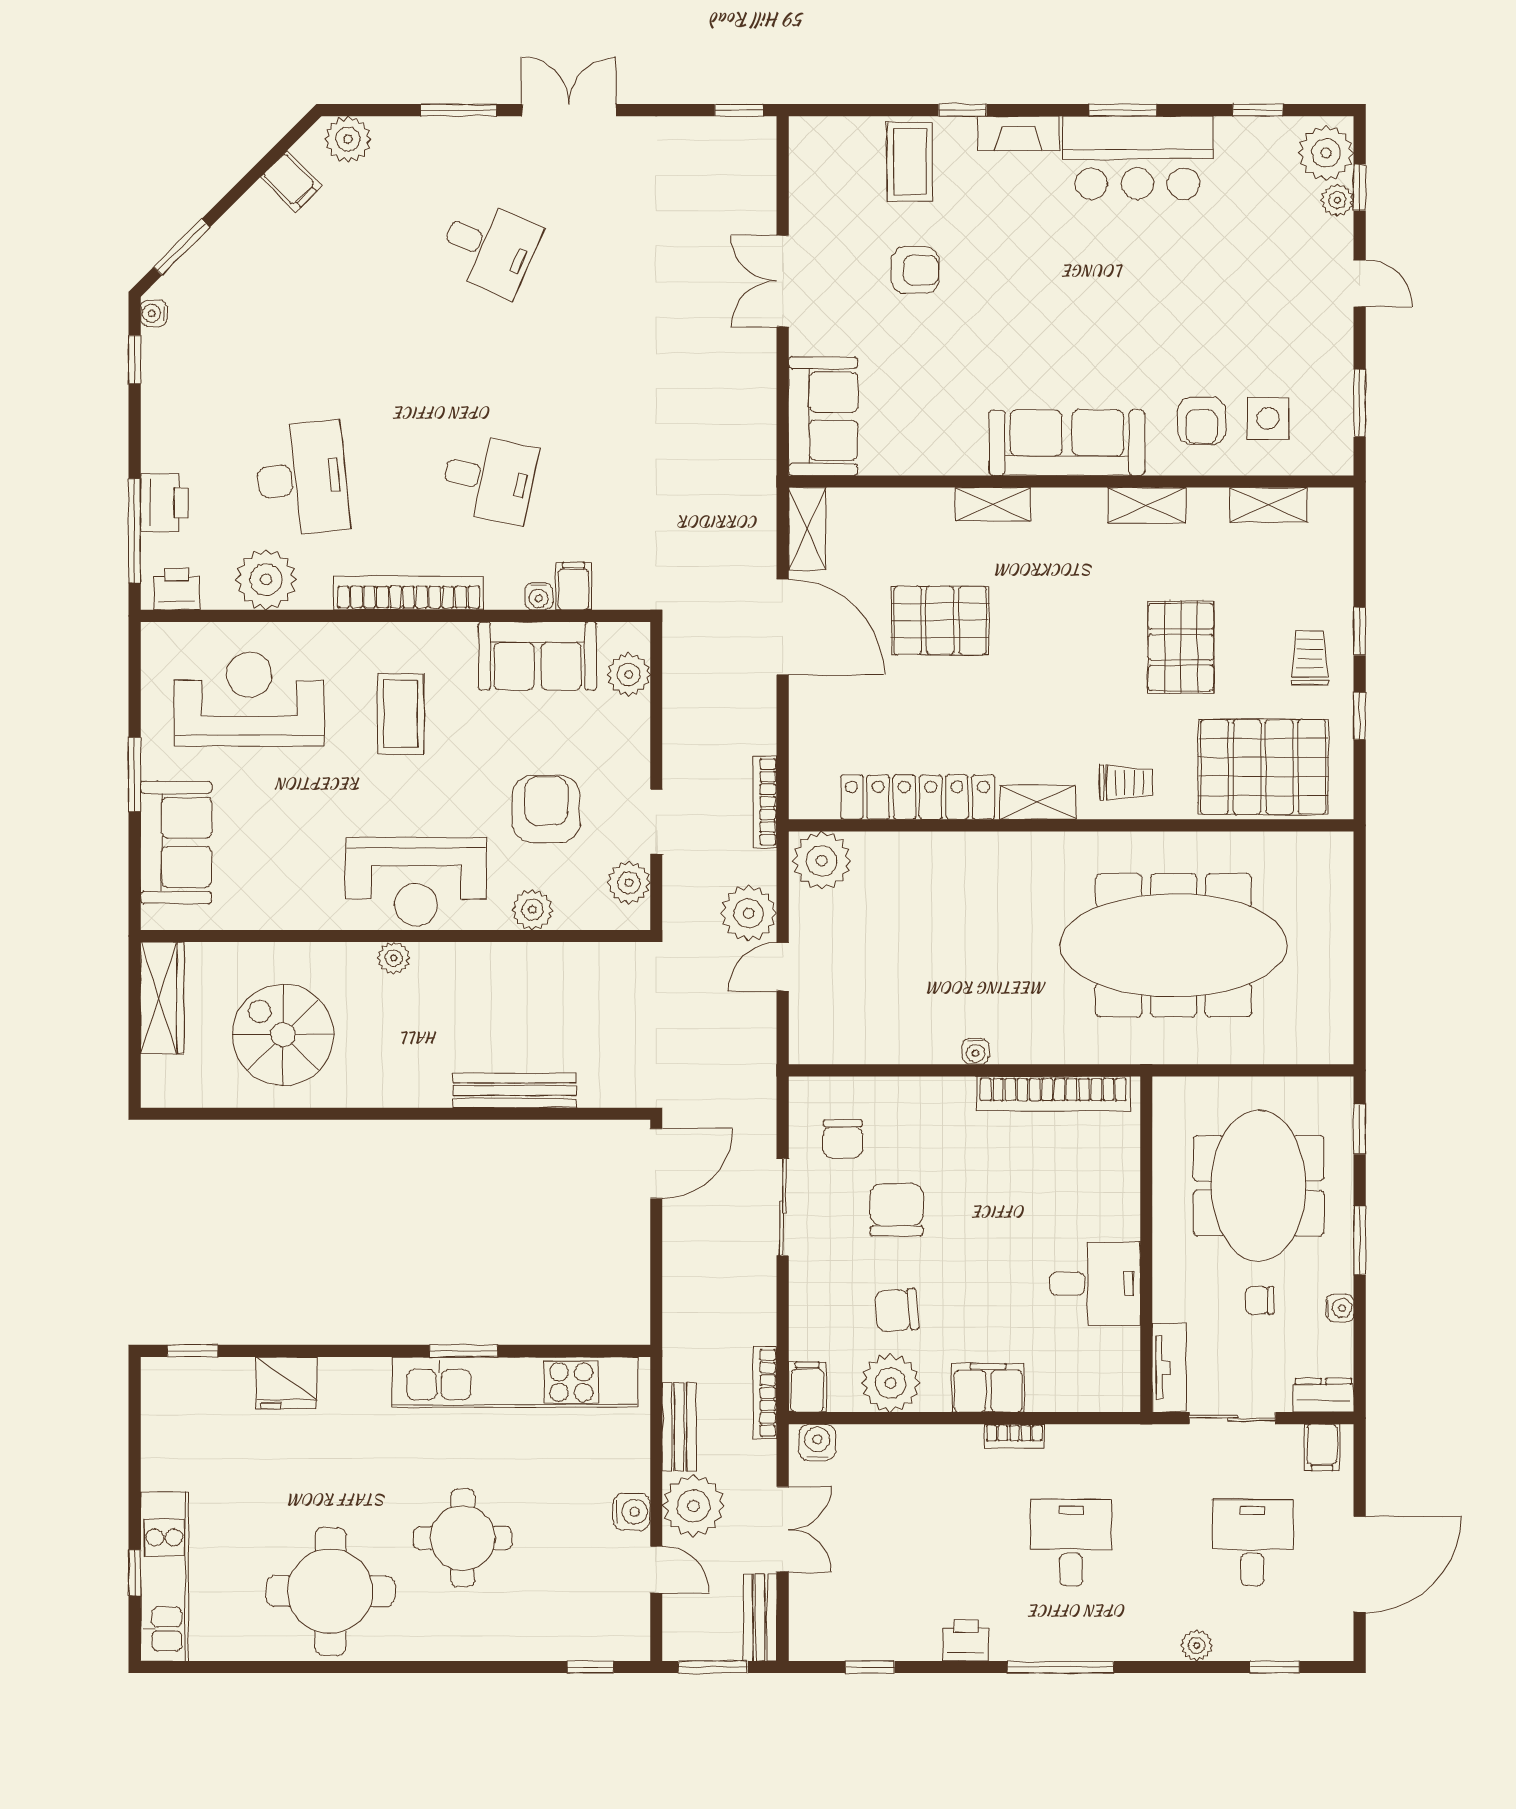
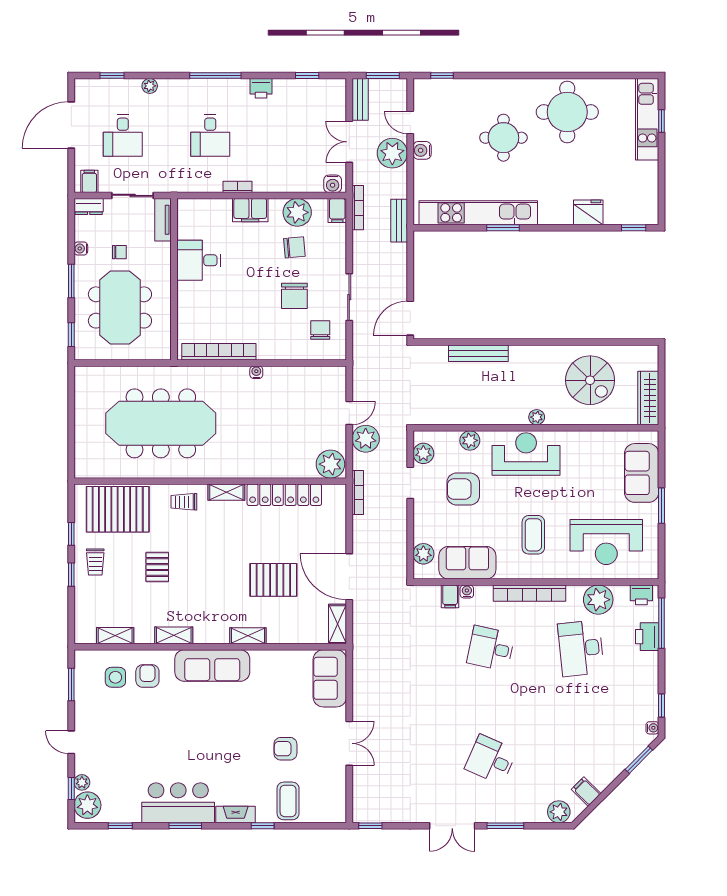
pallet: (1181, 647) -> (157, 567), width x0.67, depth x0.71
armchair: (546, 809) -> (463, 489), turned 90
bench: (679, 1427) -> (399, 221), moved

